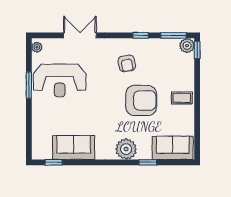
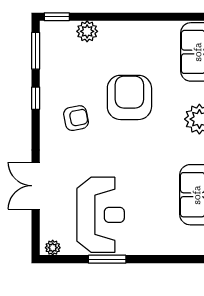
plant: (187, 46) -> (87, 31), moved
coffee table: (182, 98) -> (126, 39), removed

